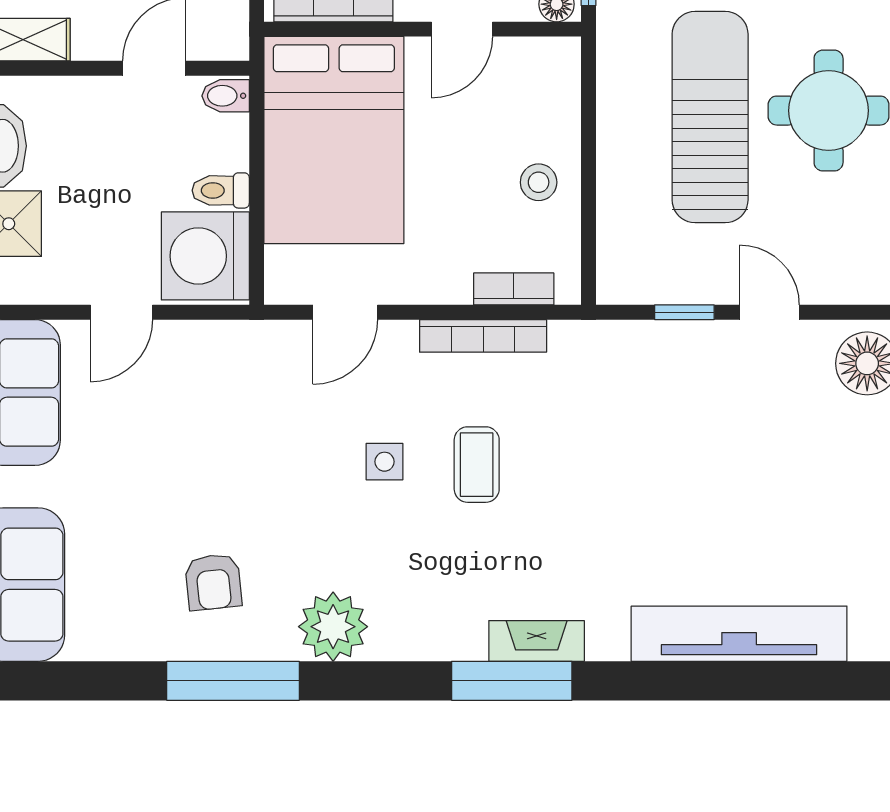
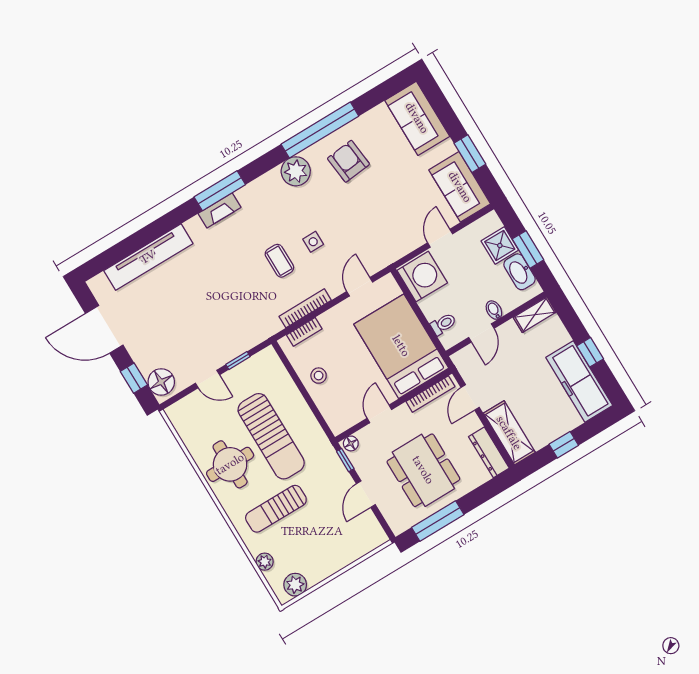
bidet: (226, 96) -> (494, 310), moved, turned -90
toilet: (221, 190) -> (443, 324), moved
armchair: (213, 582) -> (348, 161), width x1.38, depth x1.38
window: (233, 681) -> (320, 130), width x1.46

